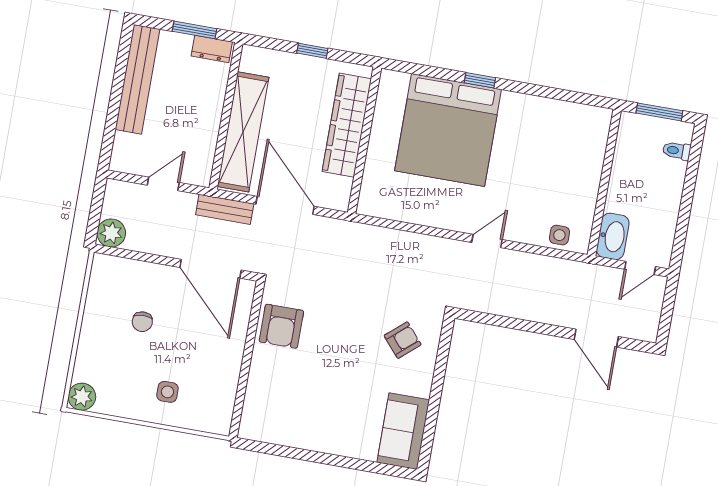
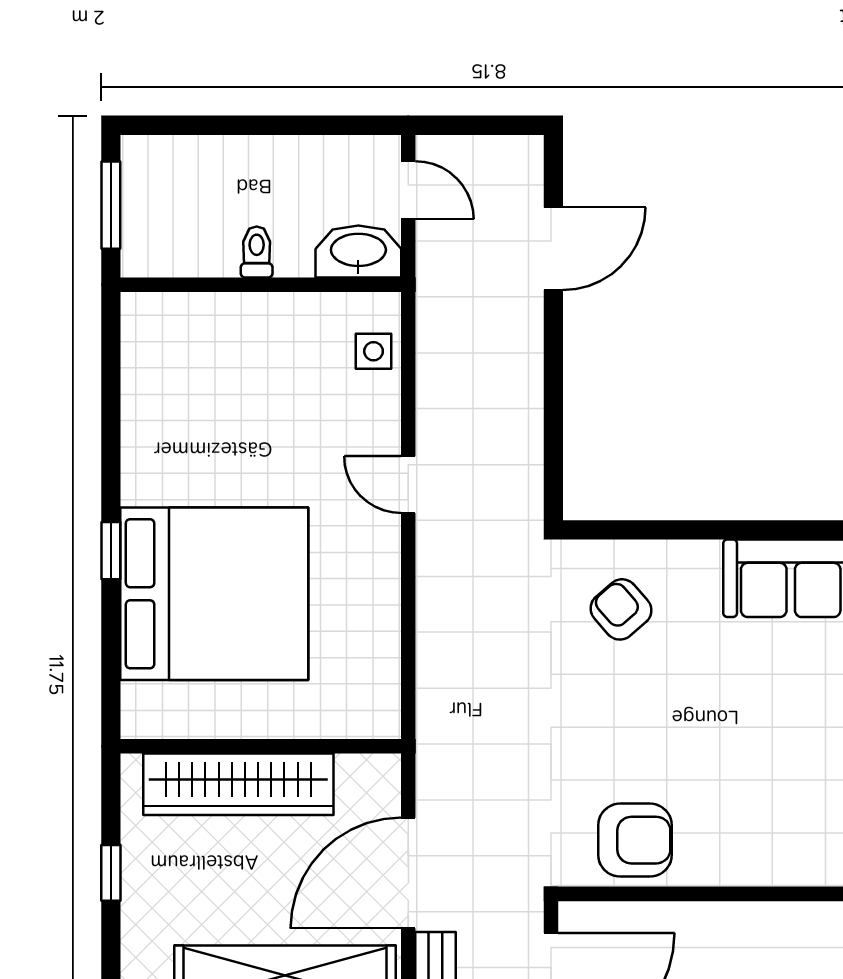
toilet: (677, 151) -> (257, 252), moved, turned 180

